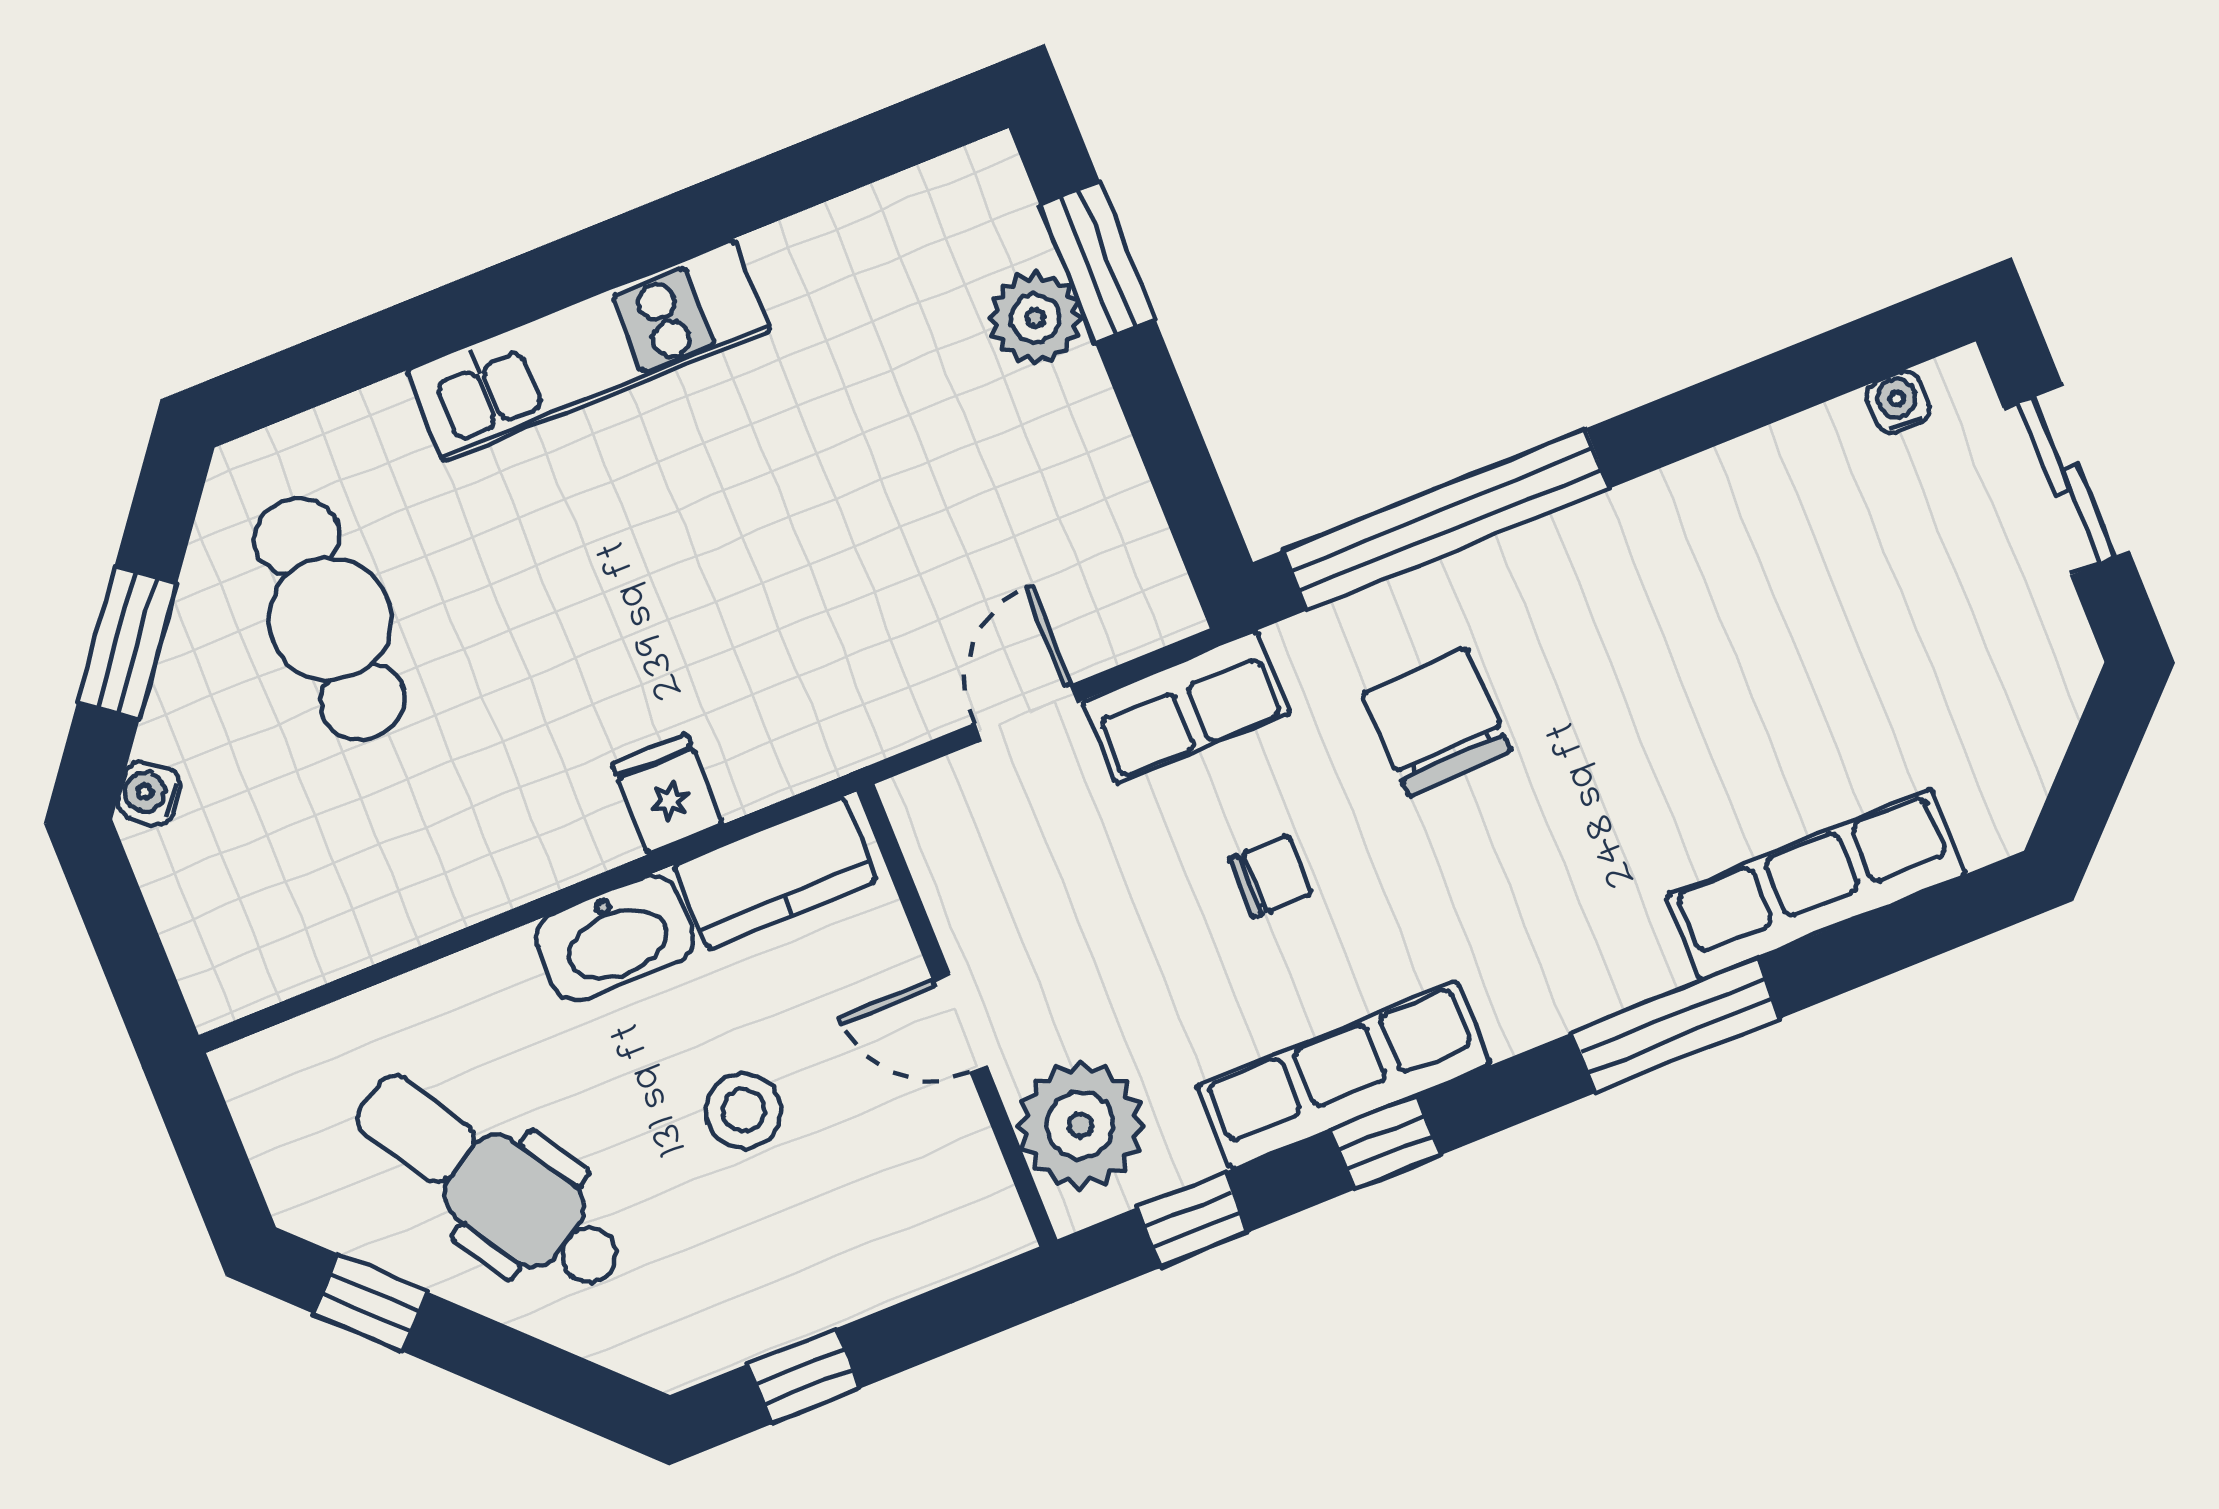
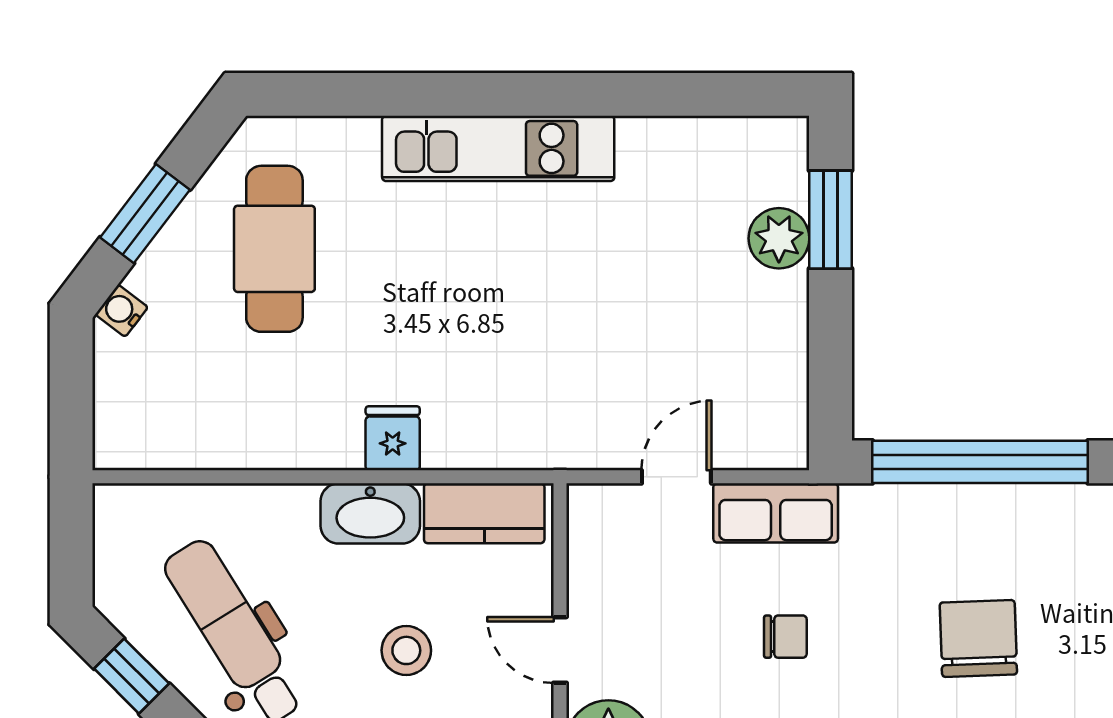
chair: (1437, 722) -> (978, 638), moved
fridge: (667, 794) -> (393, 438), moved

